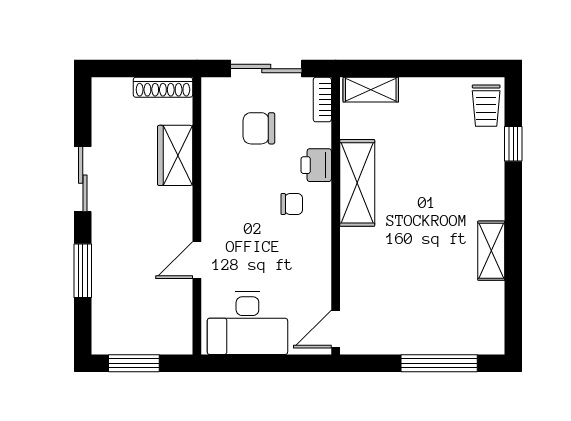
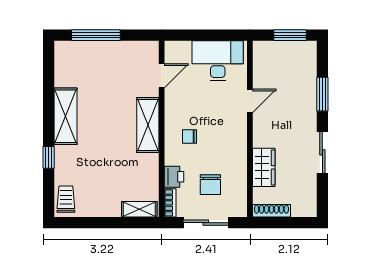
chair: (259, 128) -> (210, 185), turned 90
window: (513, 144) -> (49, 157), moved
printer: (316, 165) -> (174, 177), moved
shelving: (357, 183) -> (148, 125), moved
shelving: (491, 251) -> (66, 116), width x1.50, depth x1.33
door: (336, 329) -> (162, 76), moved

